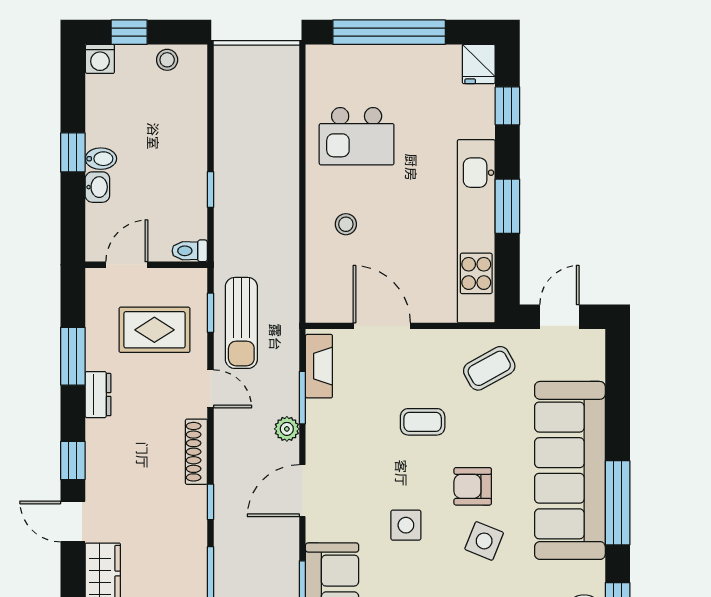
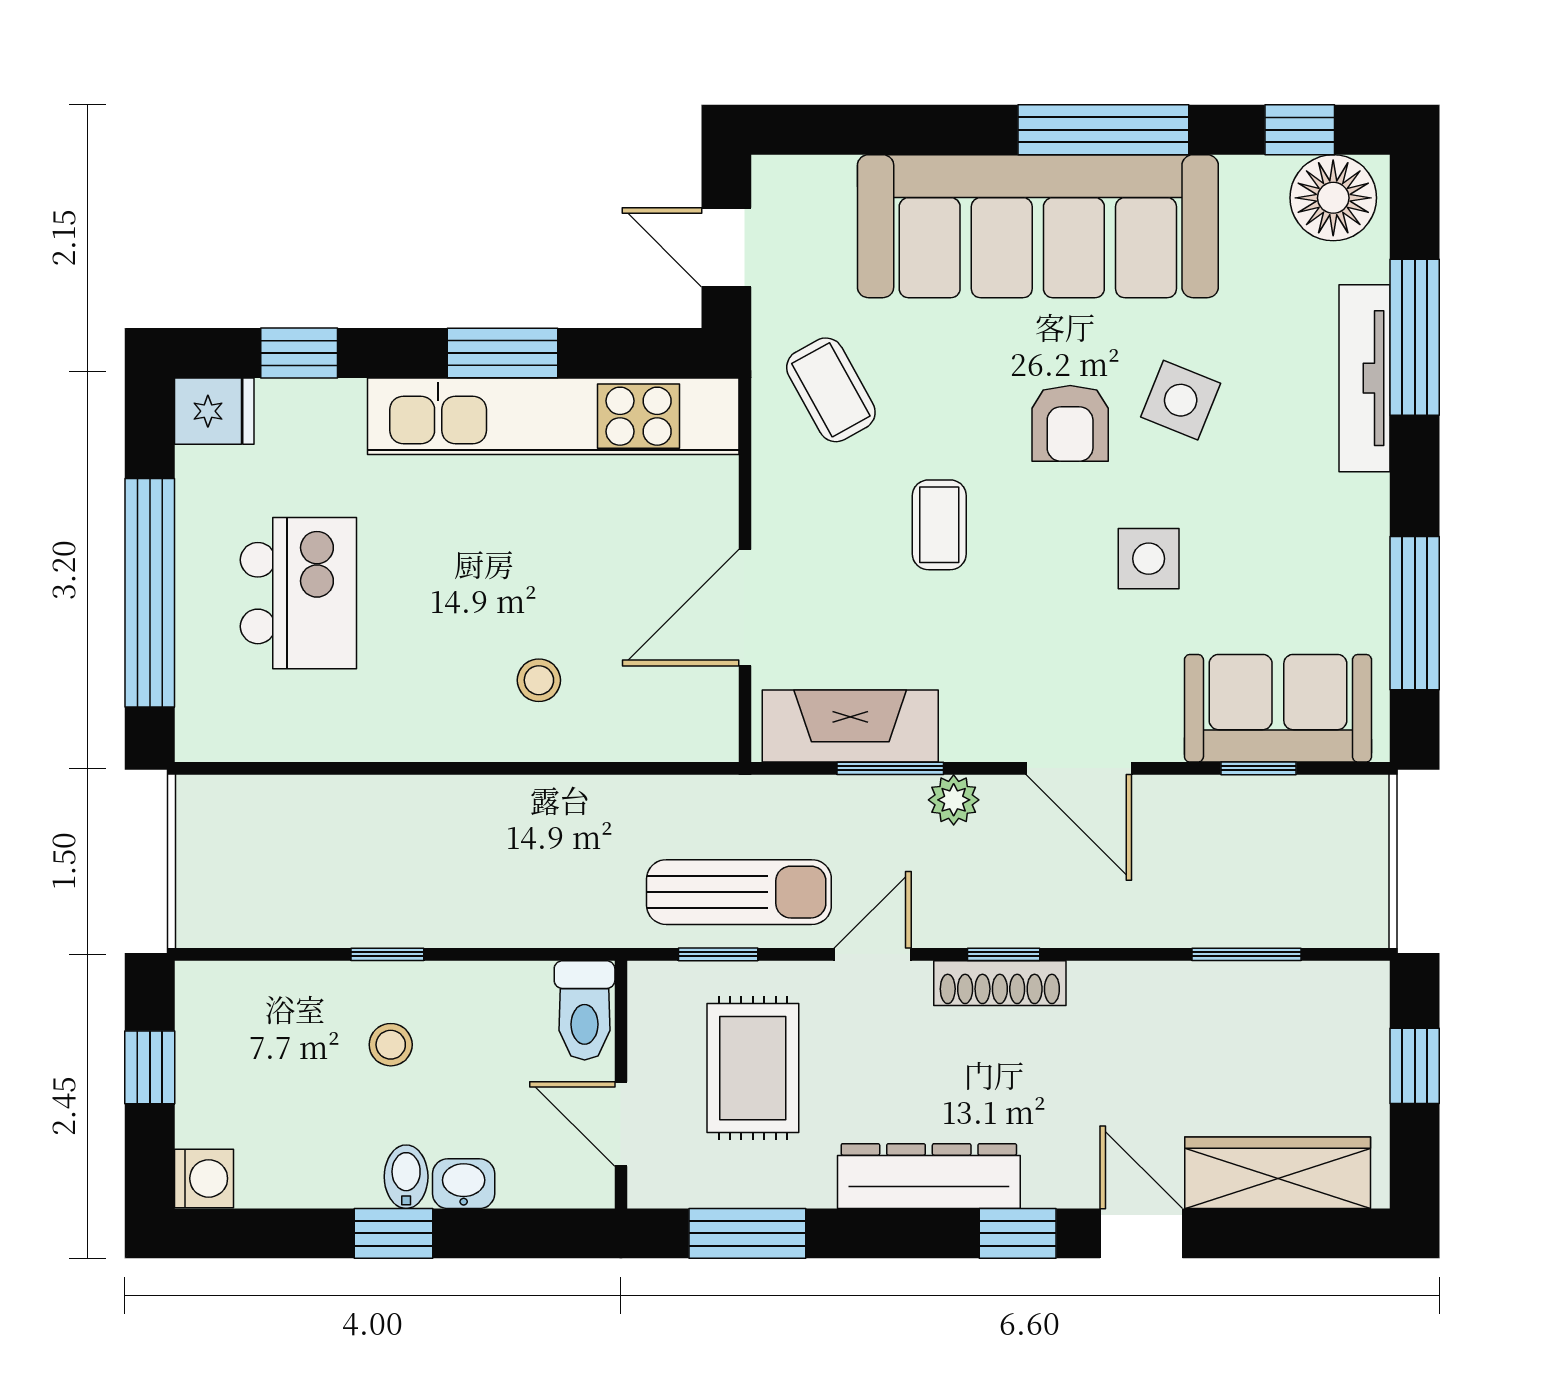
window: (129, 32) -> (150, 1067), moved
stool: (167, 60) -> (391, 1045), moved
kitchen island: (357, 136) -> (298, 593), moved
window: (211, 189) -> (387, 954), moved
toilet: (190, 251) -> (585, 1010), width x1.37, depth x1.39
window: (73, 356) -> (747, 1233), moved
fireplace: (319, 366) -> (850, 726), width x1.37, depth x1.32
dresser: (98, 395) -> (929, 1176), width x1.96, depth x1.24
window: (211, 502) -> (1004, 954), moved
door: (73, 521) -> (1141, 1233), swing flipped

